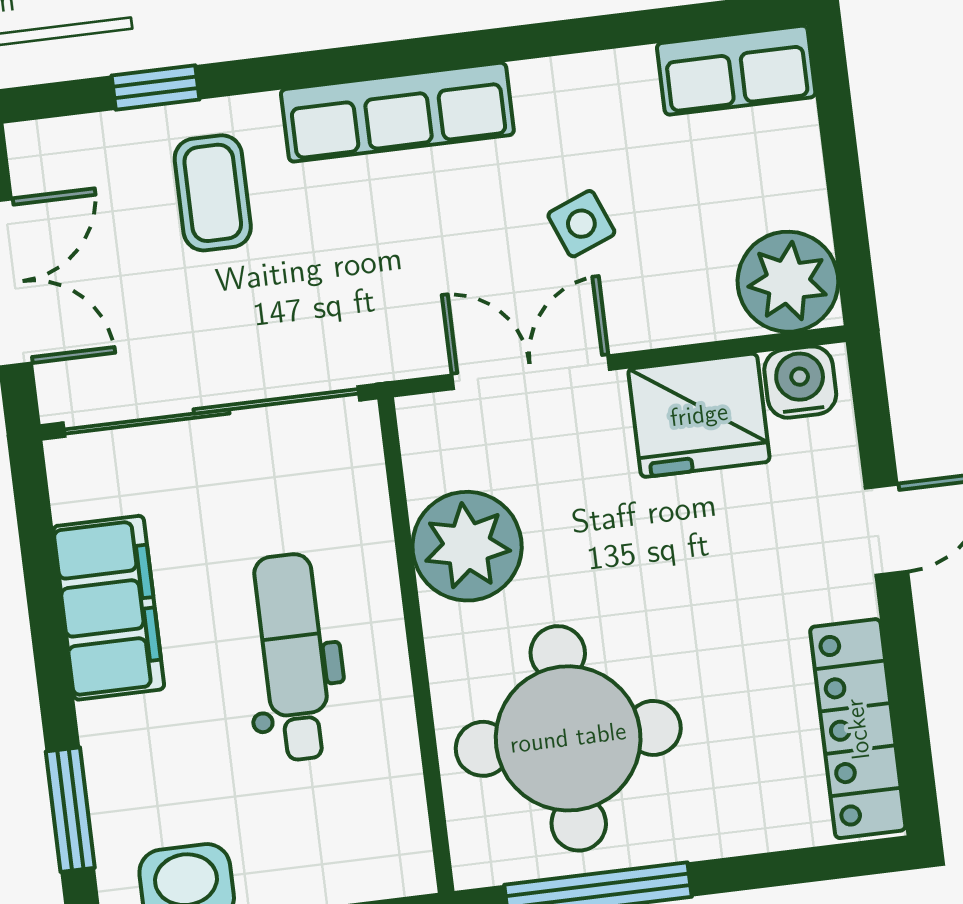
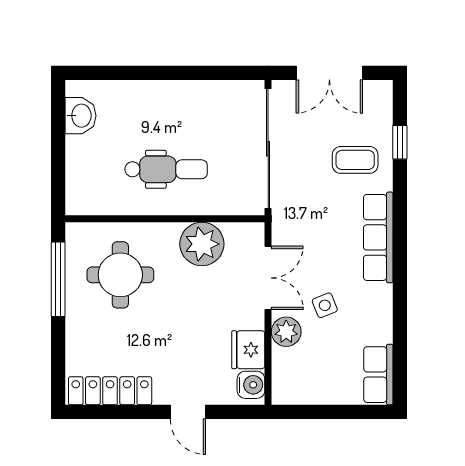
plant: (788, 282) -> (286, 332), moved, width x0.73, depth x0.73
fridge: (699, 415) -> (248, 350), width x0.73, depth x0.75
filing cabinet: (109, 608) -> (195, 98), removed
round table: (568, 738) -> (120, 275), width x0.73, depth x0.73
window: (70, 810) -> (116, 73), removed

